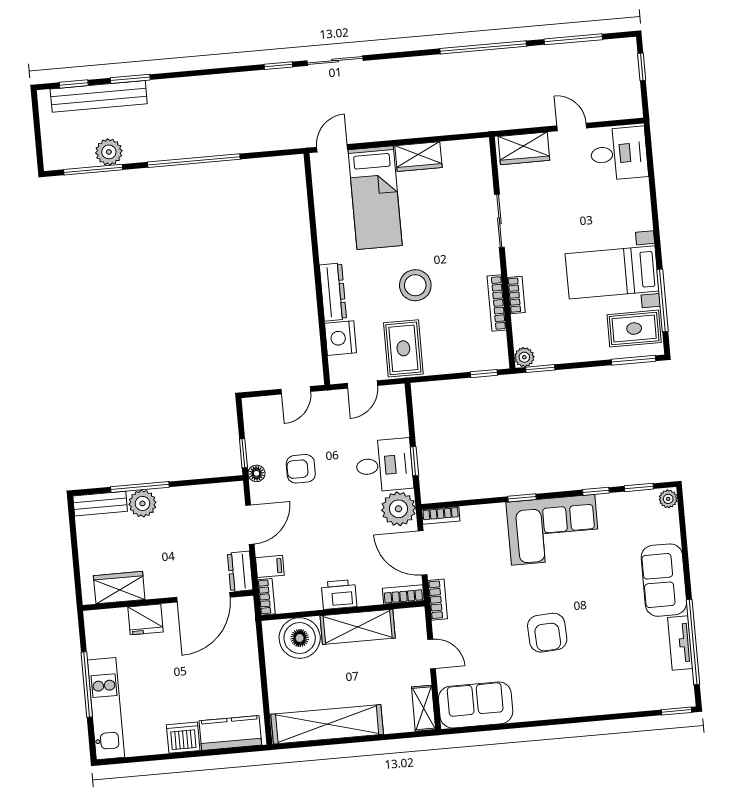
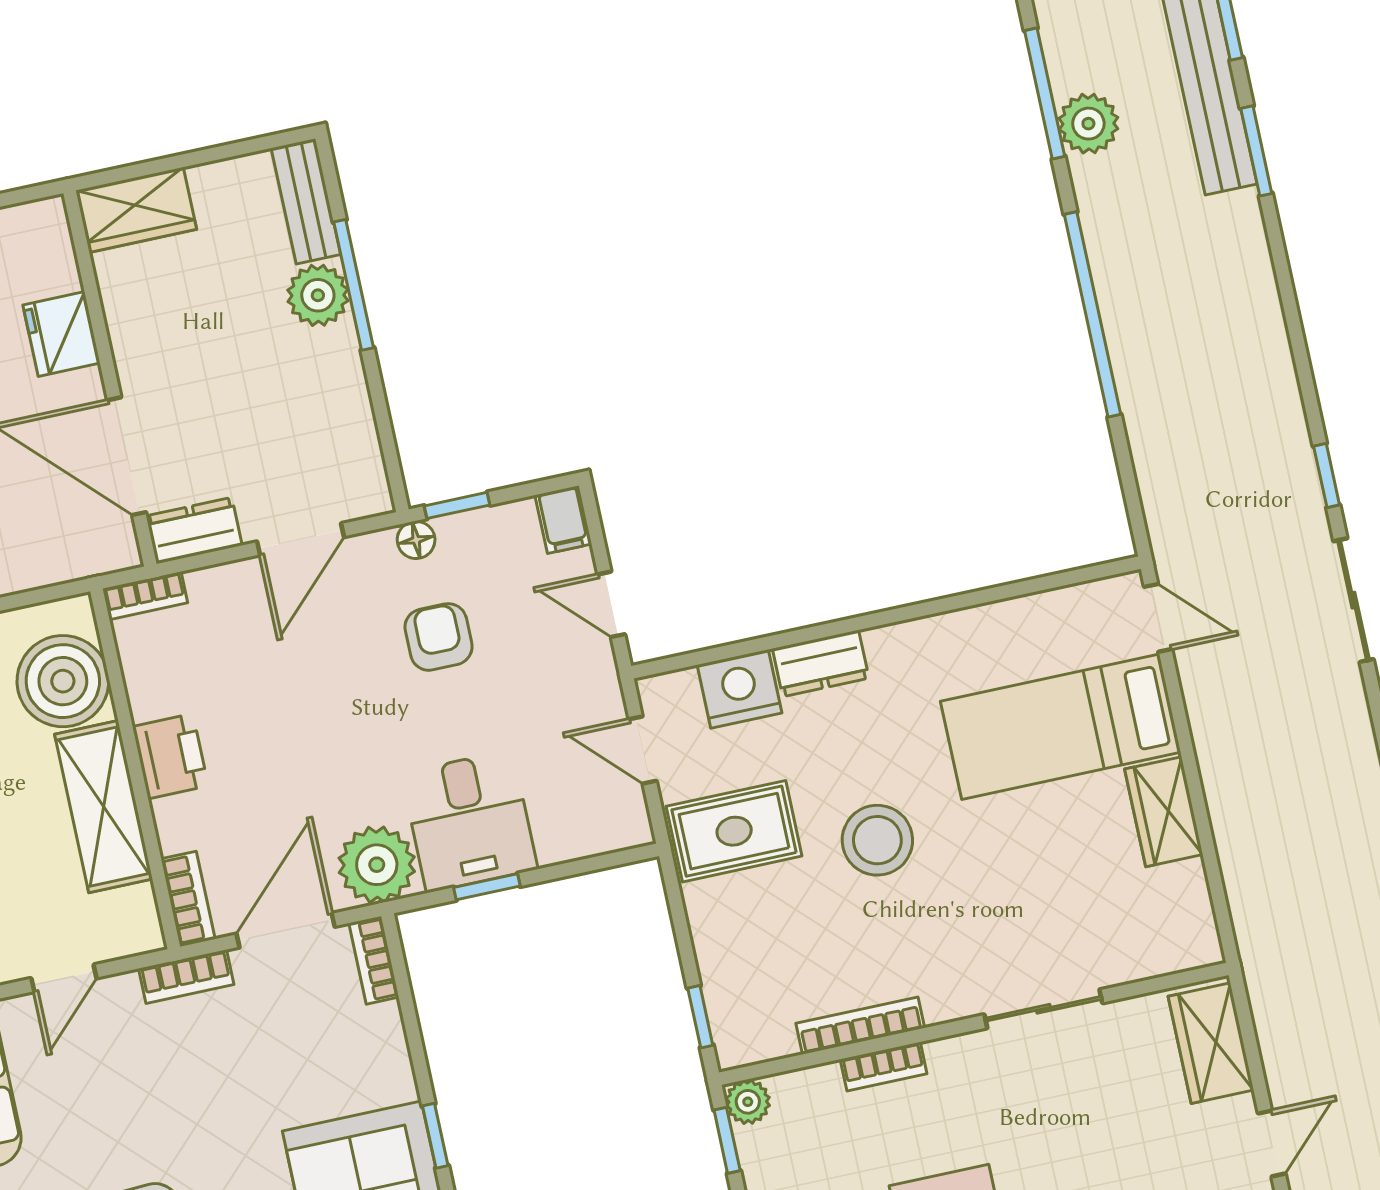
dresser: (333, 292) -> (821, 663), width x0.70
door: (250, 525) -> (300, 539), hinge flipped
filing cabinet: (270, 566) -> (563, 520), moved
wardrobe: (119, 588) -> (136, 210), moved, turned 90

